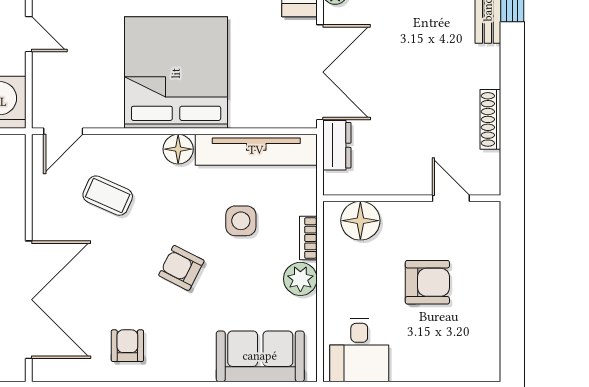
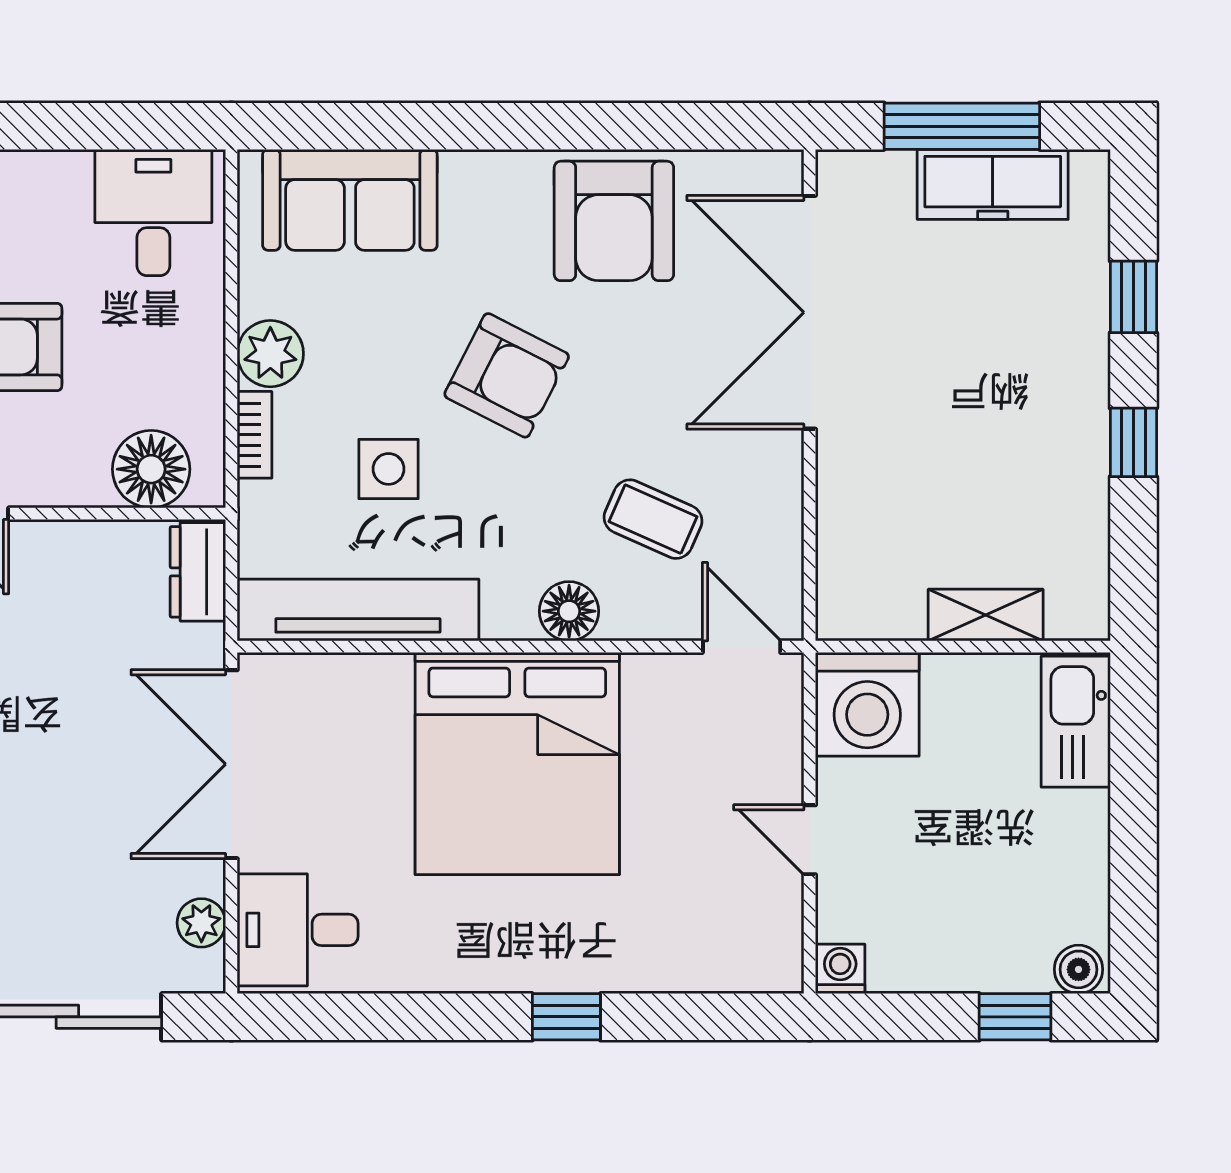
door: (63, 131) -> (742, 647), hinge flipped
dresser: (337, 145) -> (198, 572), moved
floor lamp: (178, 149) -> (569, 611), moved
armchair: (181, 268) -> (507, 375), width x1.38, depth x1.38
armchair: (127, 346) -> (614, 221), width x1.88, depth x1.88

